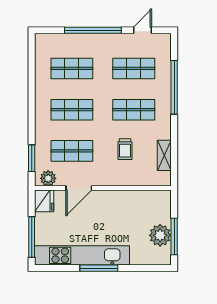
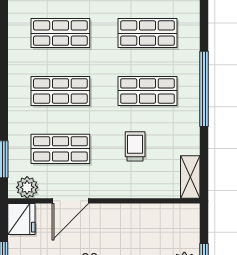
window: (174, 87) -> (204, 89), moved
trolley: (125, 149) -> (135, 146), turned 180
shelving: (164, 155) -> (190, 177), moved

